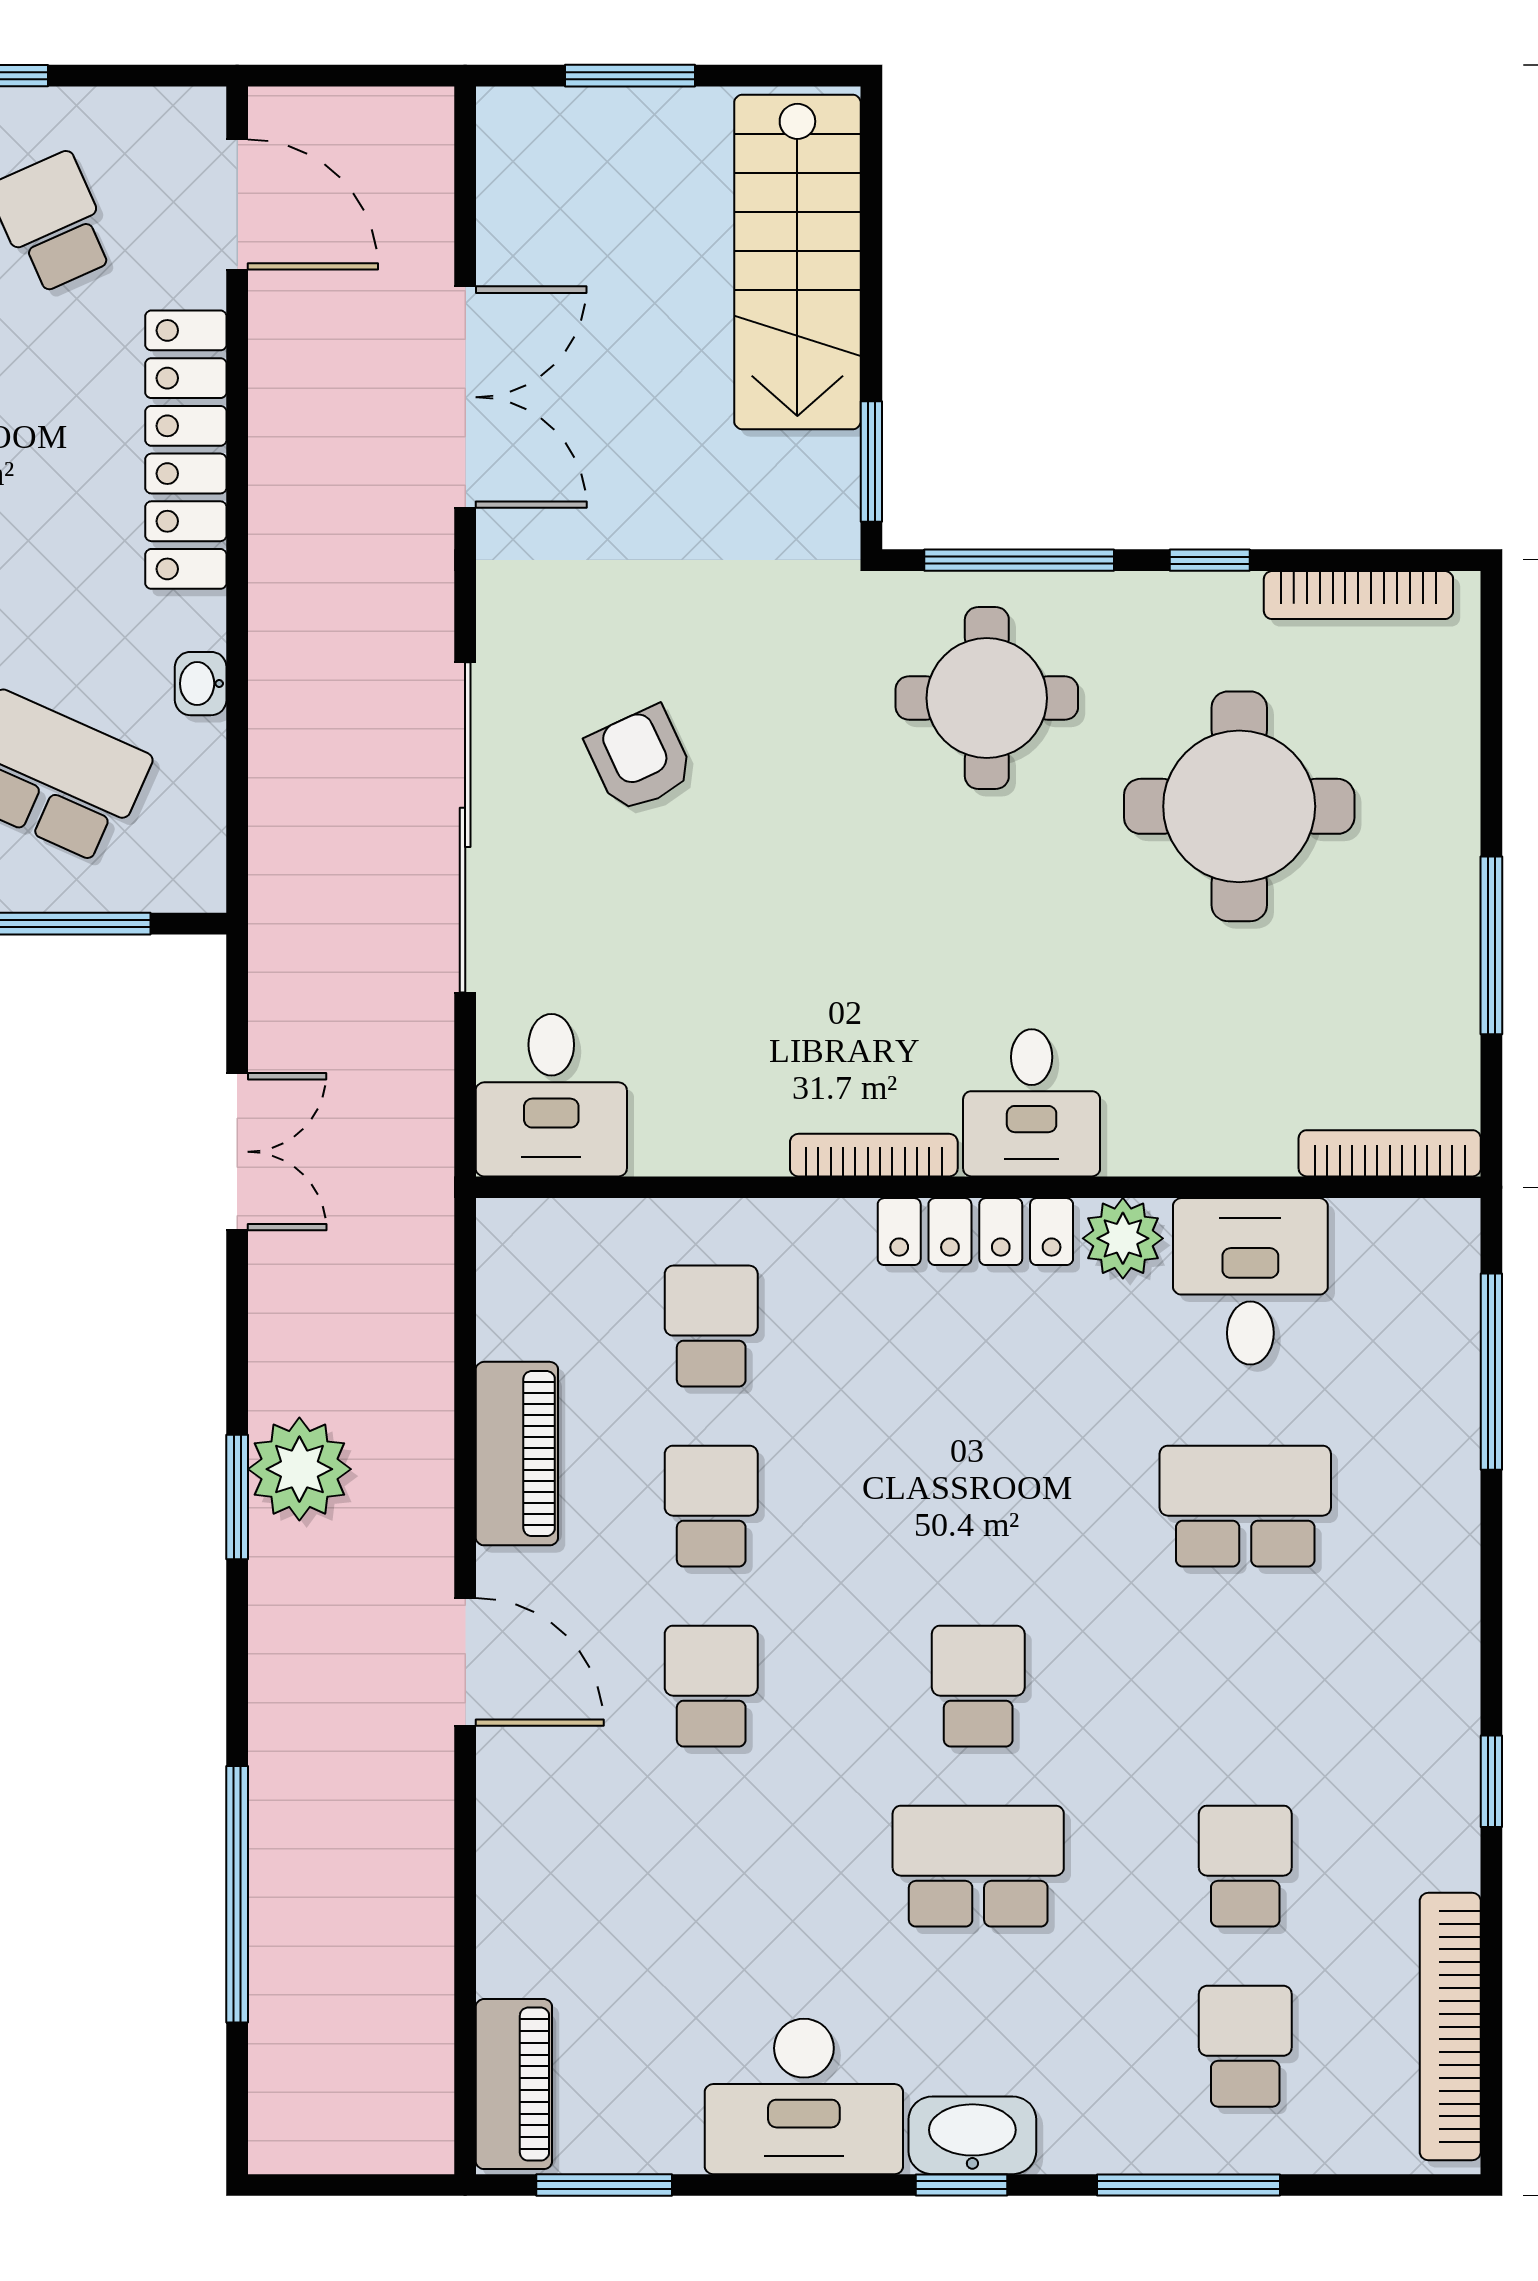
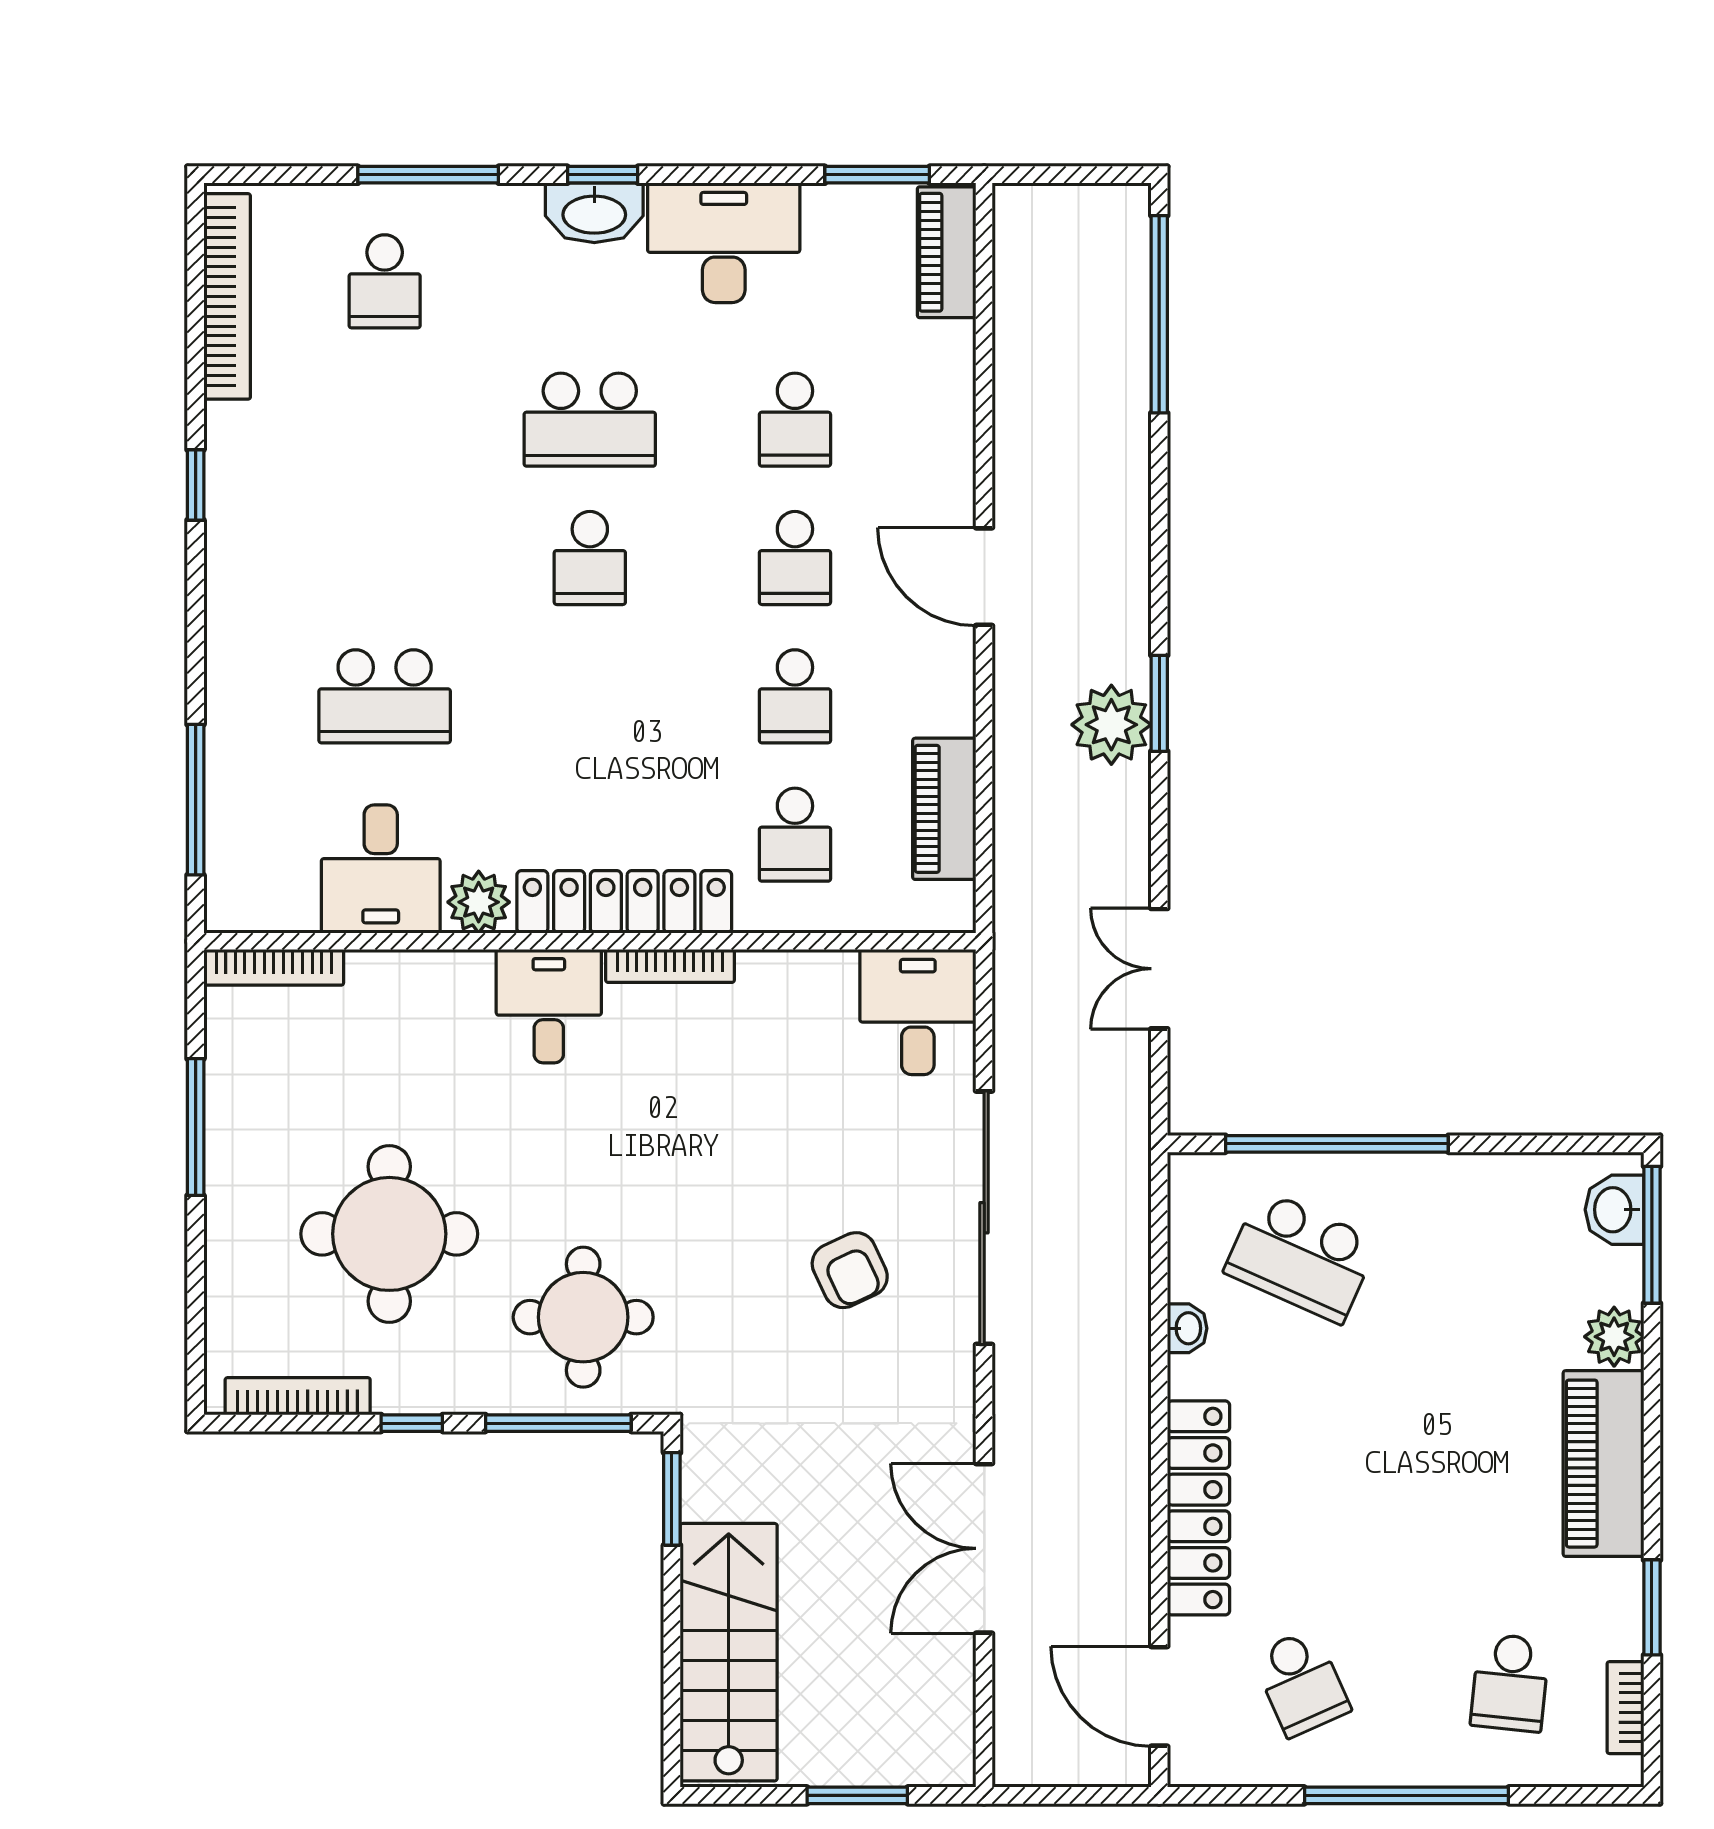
locker: (975, 1232) -> (624, 902), width x1.41, depth x1.21
piano: (517, 1454) -> (944, 809), moved
school desk: (1245, 1866) -> (795, 420), moved
window: (237, 1894) -> (1159, 314), moved

